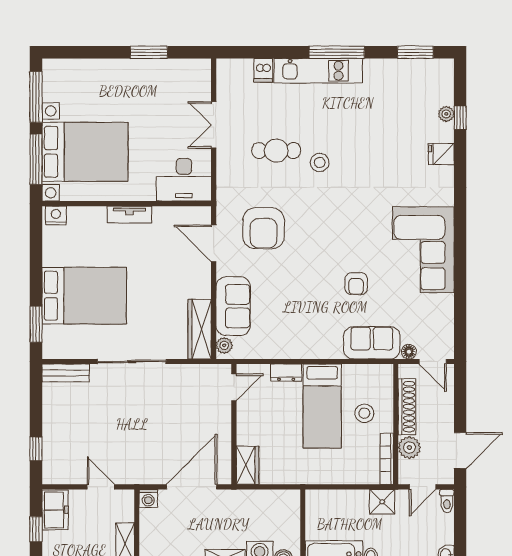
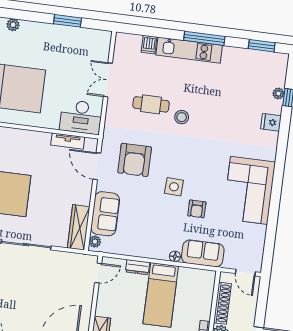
plant: (76, 67) -> (13, 25), added
tv unit: (129, 214) -> (68, 141), moved
side table: (321, 258) -> (174, 187), added
floor lamp: (409, 352) -> (175, 256), moved
stool: (364, 413) -> (191, 304), removed

